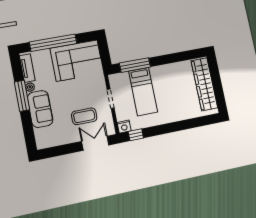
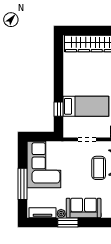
window: (53, 43) -> (23, 184), width x0.68
window: (135, 65) -> (59, 109), width x0.46
window: (22, 96) -> (68, 223), width x0.69

